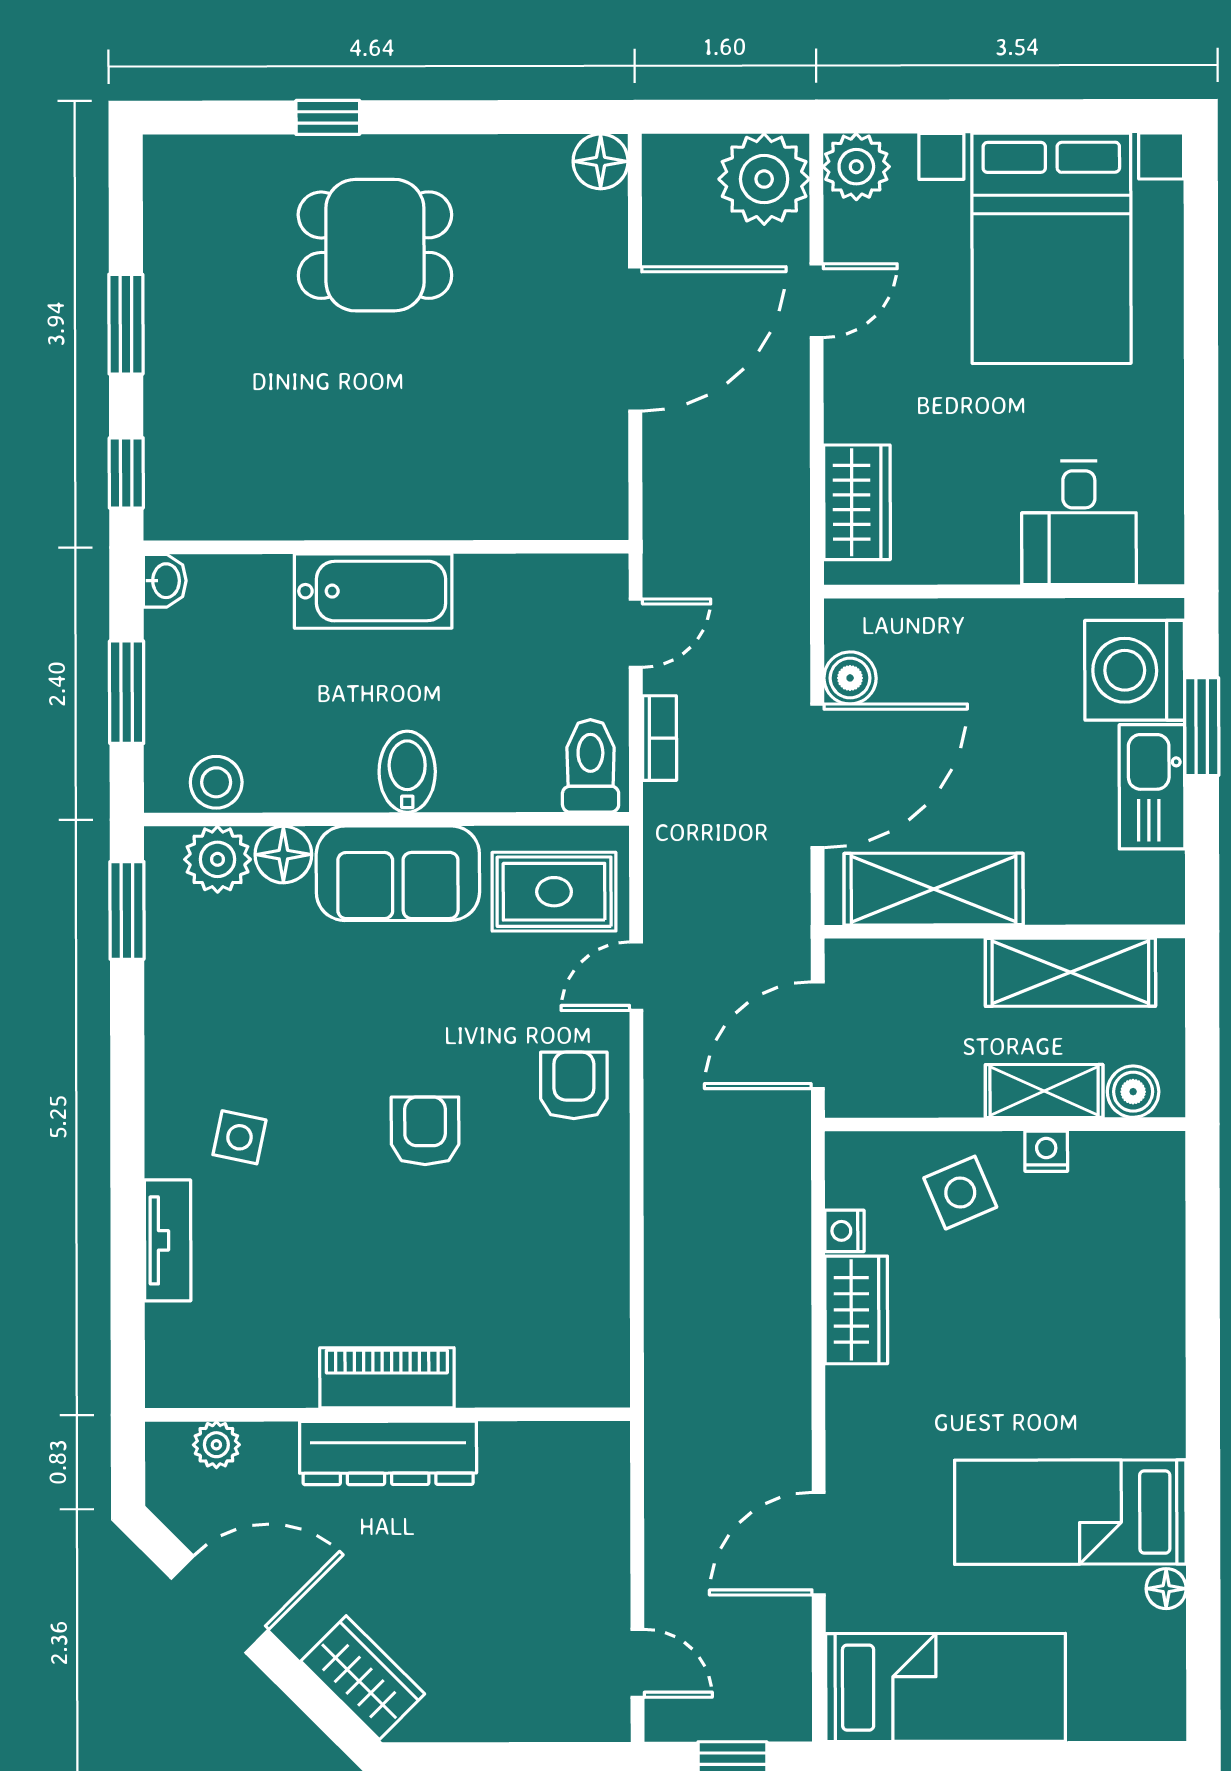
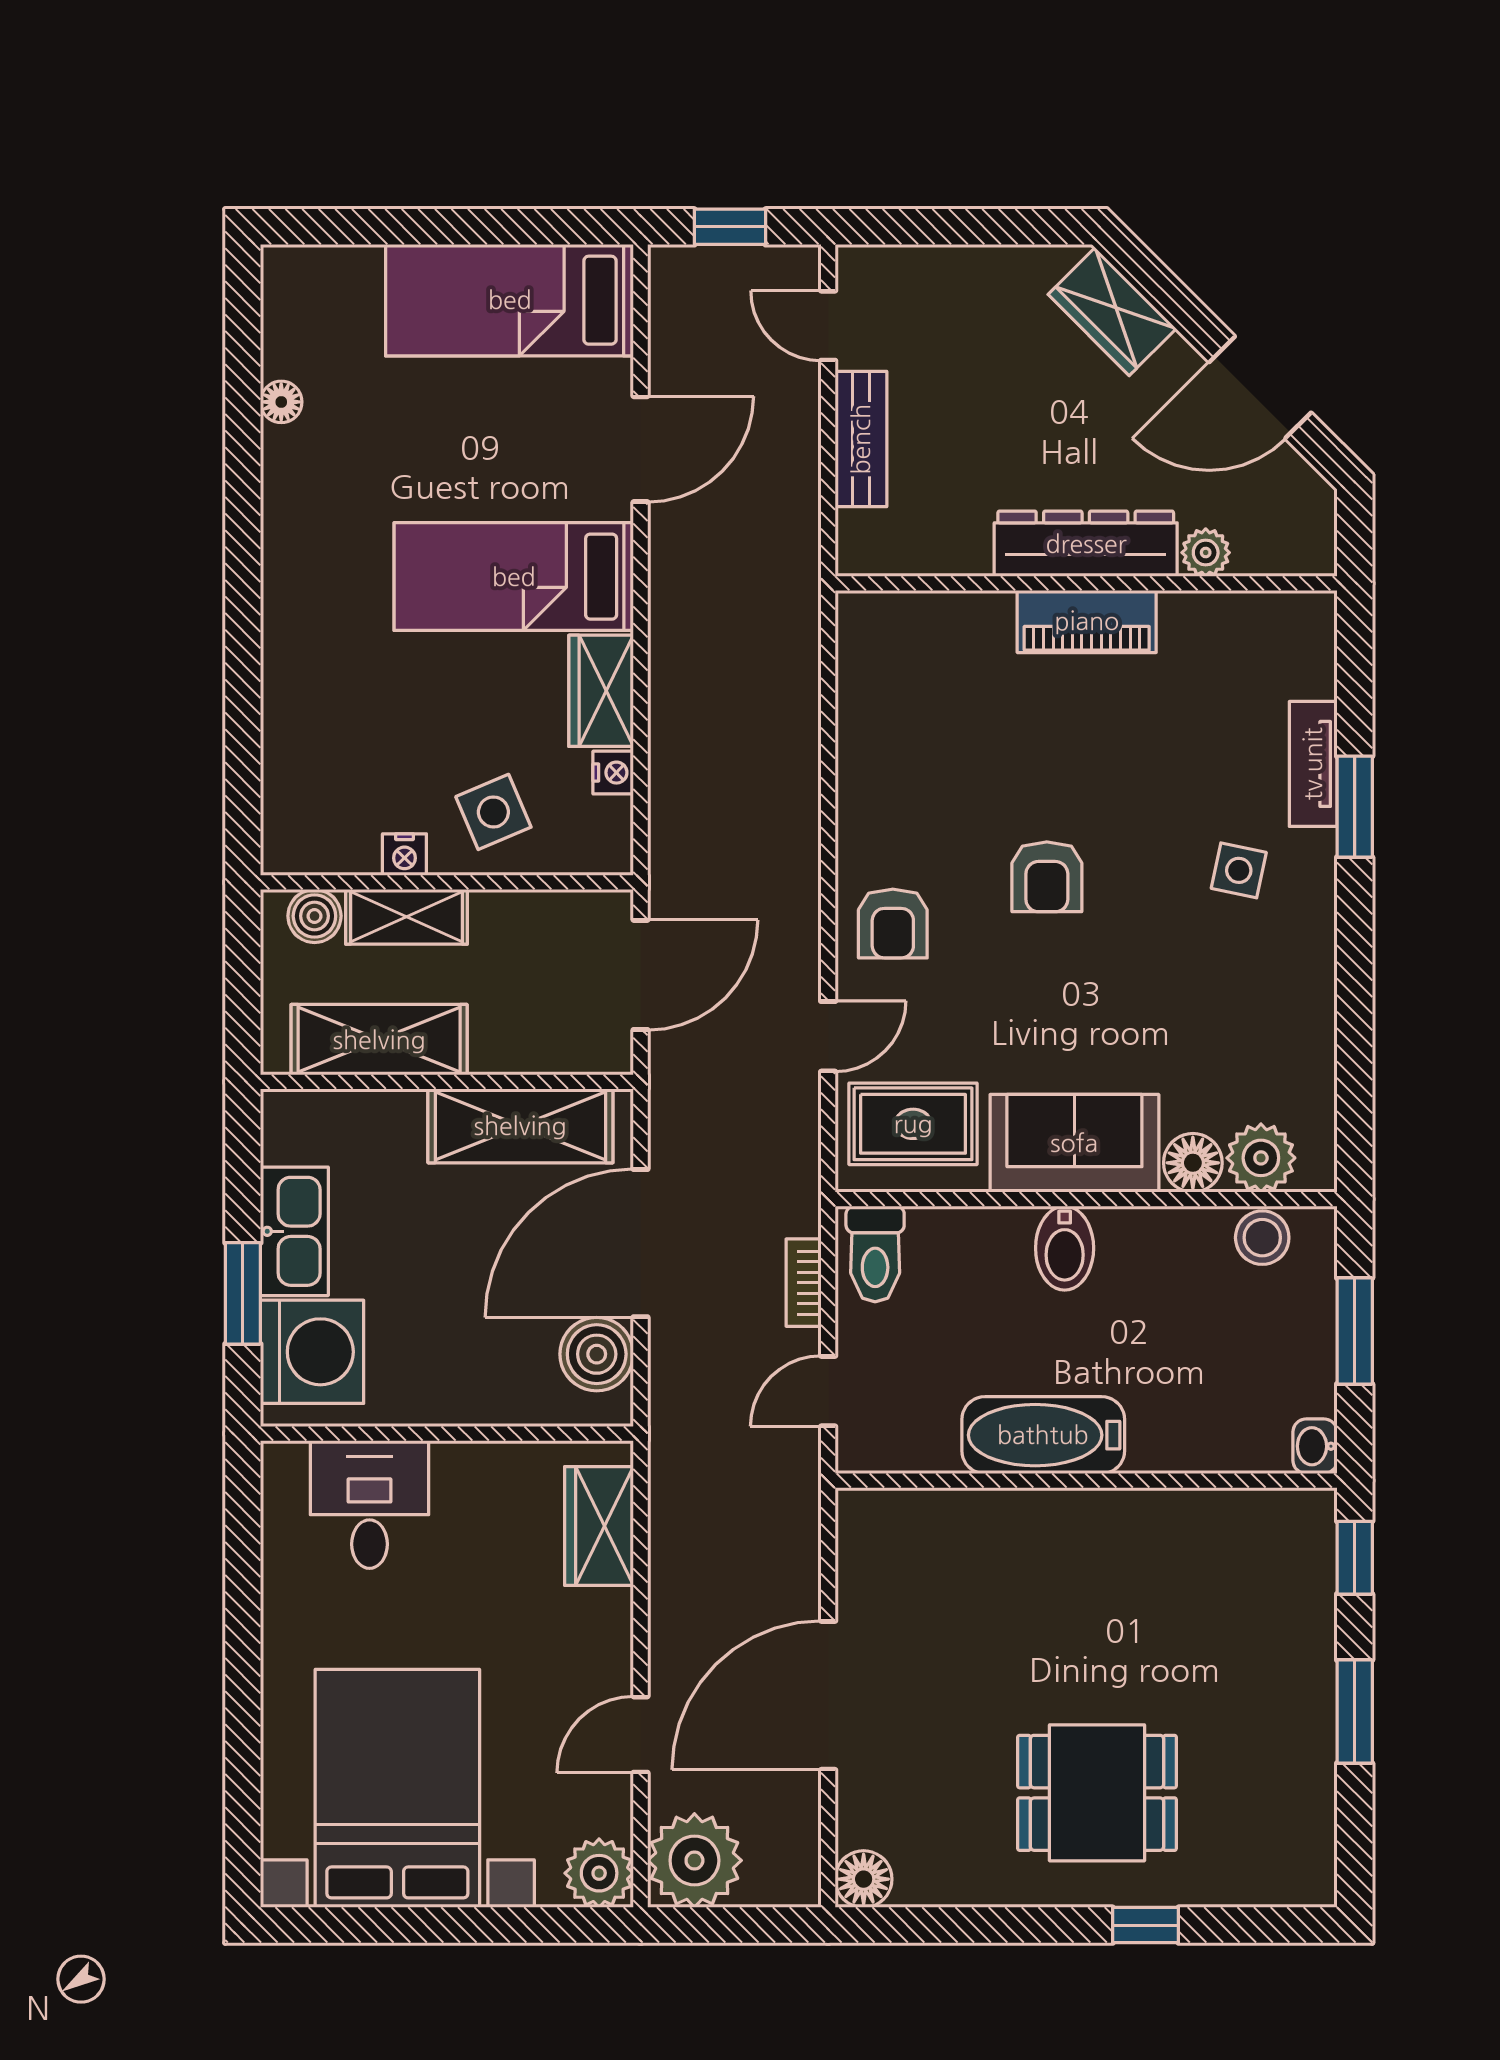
bathtub: (373, 591) -> (1043, 1435), moved
boiler: (850, 678) -> (597, 1354), width x1.36, depth x1.36
window: (127, 910) -> (1355, 807), moved
plant: (216, 1445) -> (1206, 553), moved
bed: (1070, 1512) -> (514, 577), moved, turned 180
bench: (605, 1554) -> (861, 439), added

